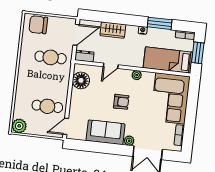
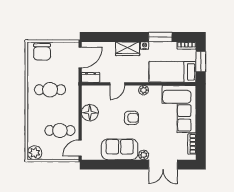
chair: (38, 25) -> (42, 52), turned -90
wardrobe: (113, 30) -> (128, 49), moved
cafe table: (51, 57) -> (50, 90), moved
floor lamp: (81, 80) -> (90, 113), moved

